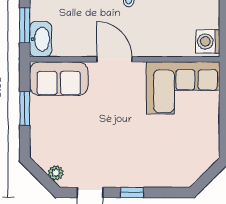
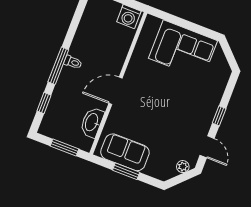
washbasin: (41, 39) -> (92, 122), moved, turned -90
sofa: (59, 79) -> (125, 152), moved, turned -90
corner sofa: (183, 88) -> (183, 50), moved, turned 90

